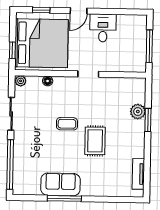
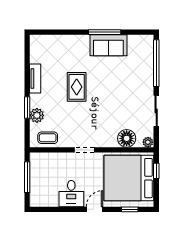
floor lamp: (48, 81) -> (127, 138), width x1.89, depth x1.89
coffee table: (67, 124) -> (48, 138), moved
tv unit: (138, 174) -> (35, 78), moved

